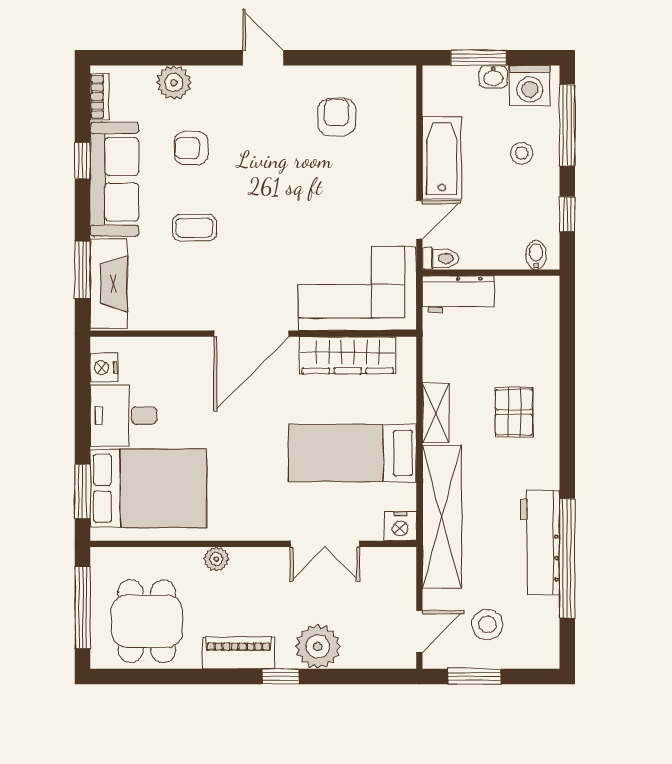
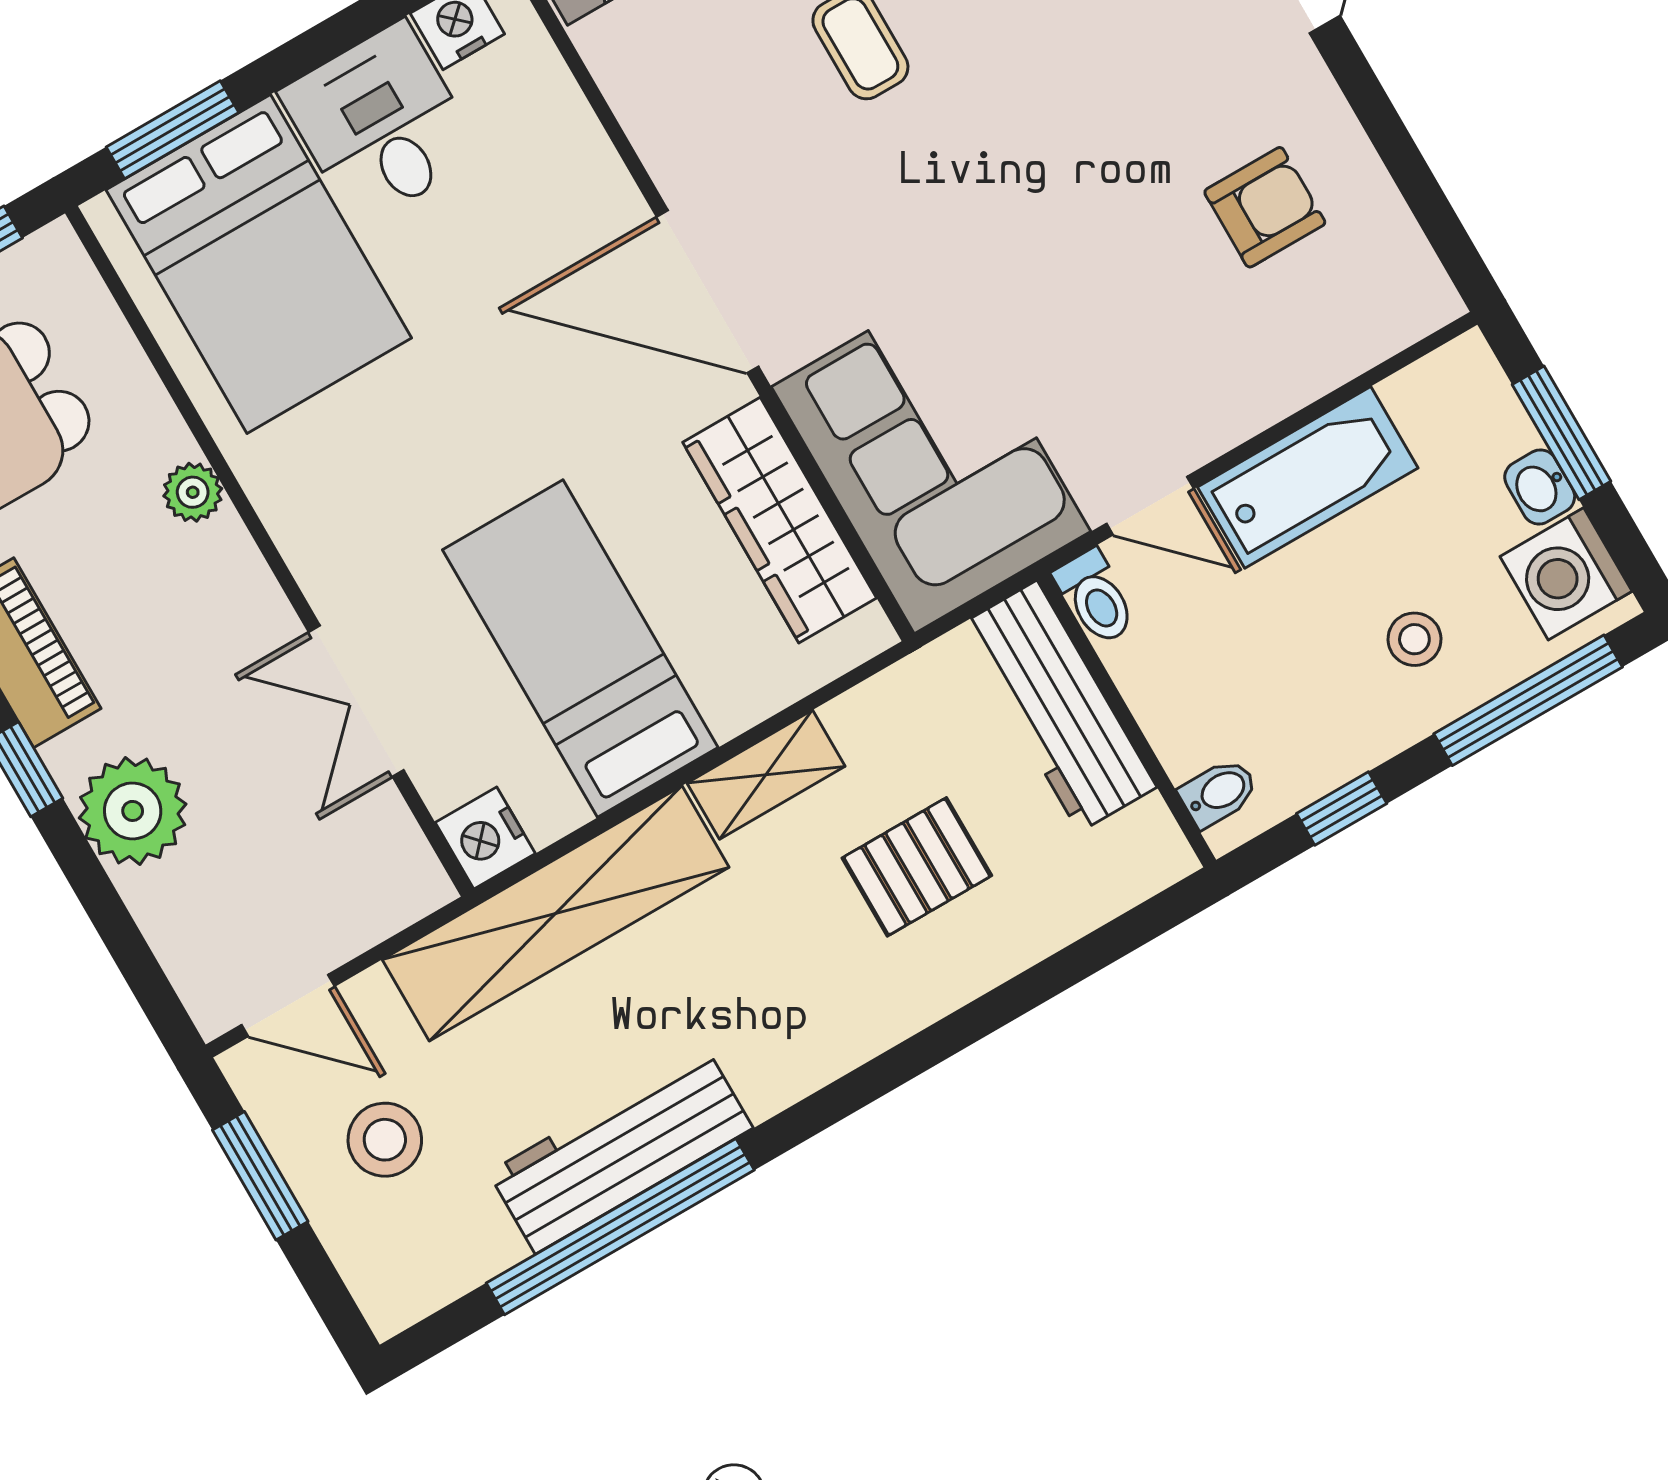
workbench: (458, 294) -> (1058, 706), width x1.38
pallet: (514, 412) -> (917, 867), moved

